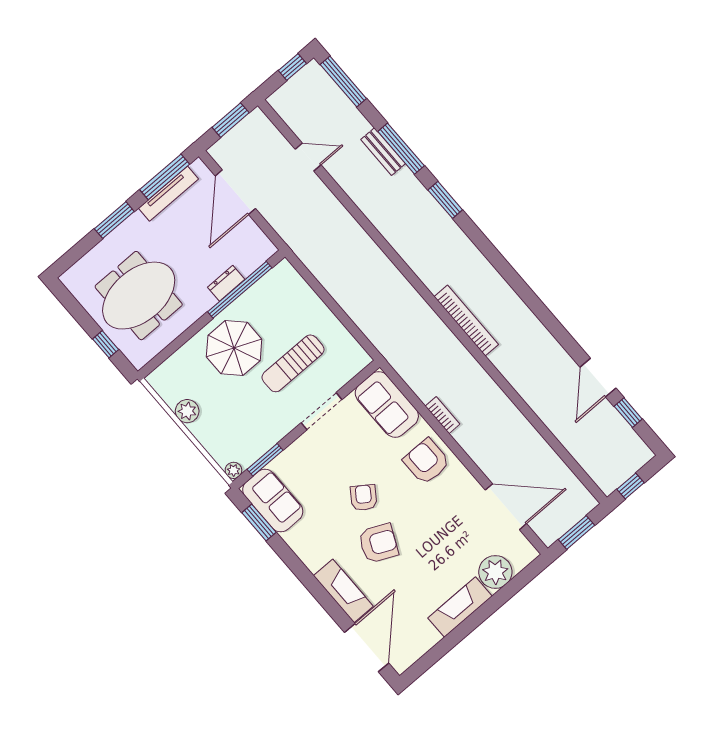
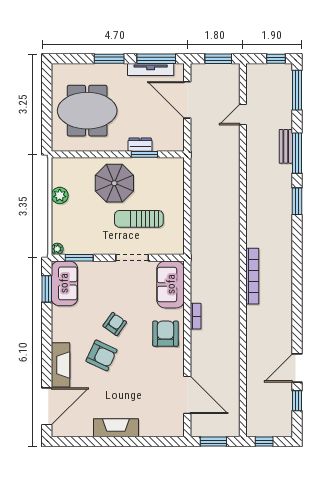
door: (308, 157) -> (243, 114), swing flipped
door: (235, 192) -> (187, 100), hinge flipped
window: (240, 290) -> (144, 154), width x0.47
window: (106, 344) -> (47, 122), removed
plant: (495, 572) -> (151, 425), removed

